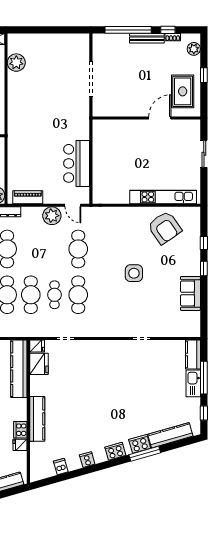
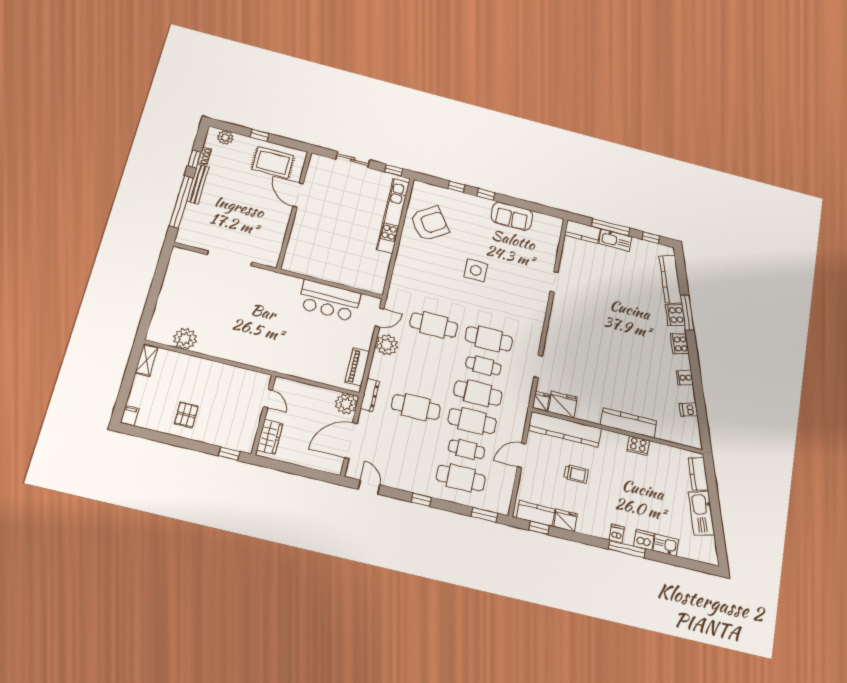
window: (204, 189) -> (393, 170), added
fridge: (20, 445) -> (656, 450), removed

